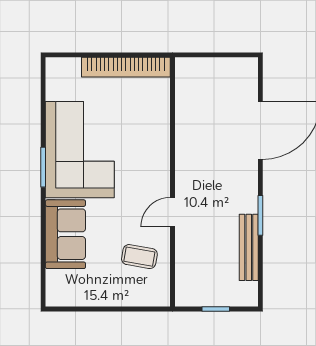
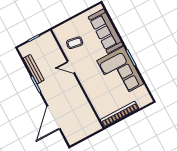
door: (173, 212) -> (71, 67), swing flipped
sofa: (65, 234) -> (106, 31), width x1.36

